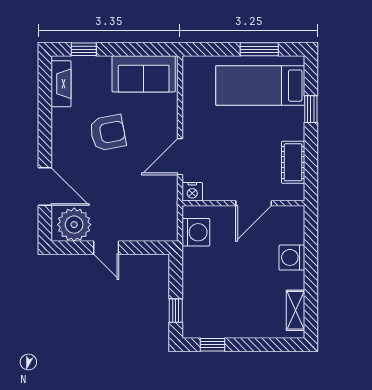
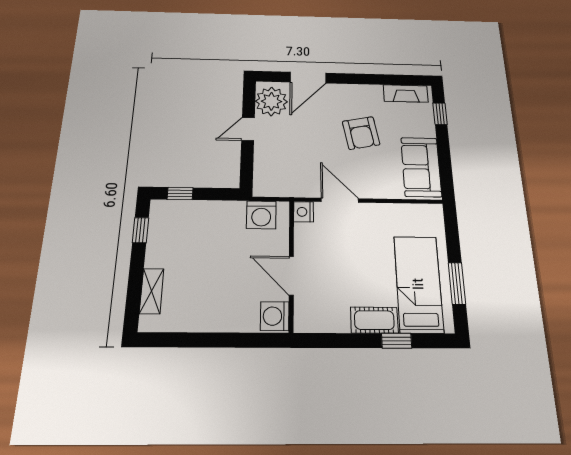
cot: (293, 162) -> (374, 320), moved
washing machine: (292, 257) -> (275, 316), moved, turned -90
shelving: (295, 310) -> (152, 291), moved, turned 90

